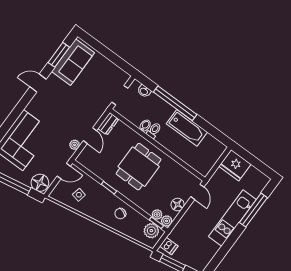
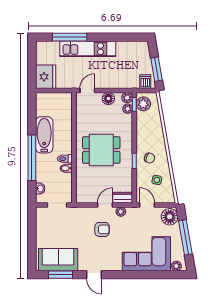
armchair: (71, 118) -> (102, 229), added
dresser: (108, 124) -> (123, 198), moved
chair: (120, 214) -> (149, 158), moved

